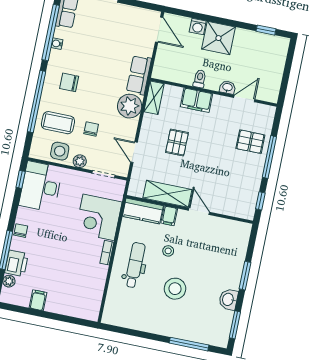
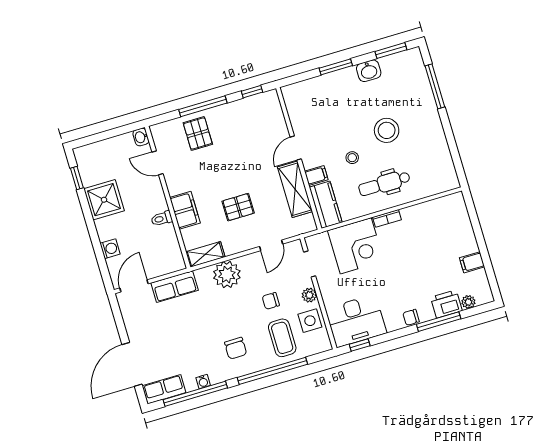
shower: (218, 38) -> (104, 200), moved
row of seats: (139, 75) -> (175, 287), moved
washbasin: (227, 87) -> (141, 137), moved

